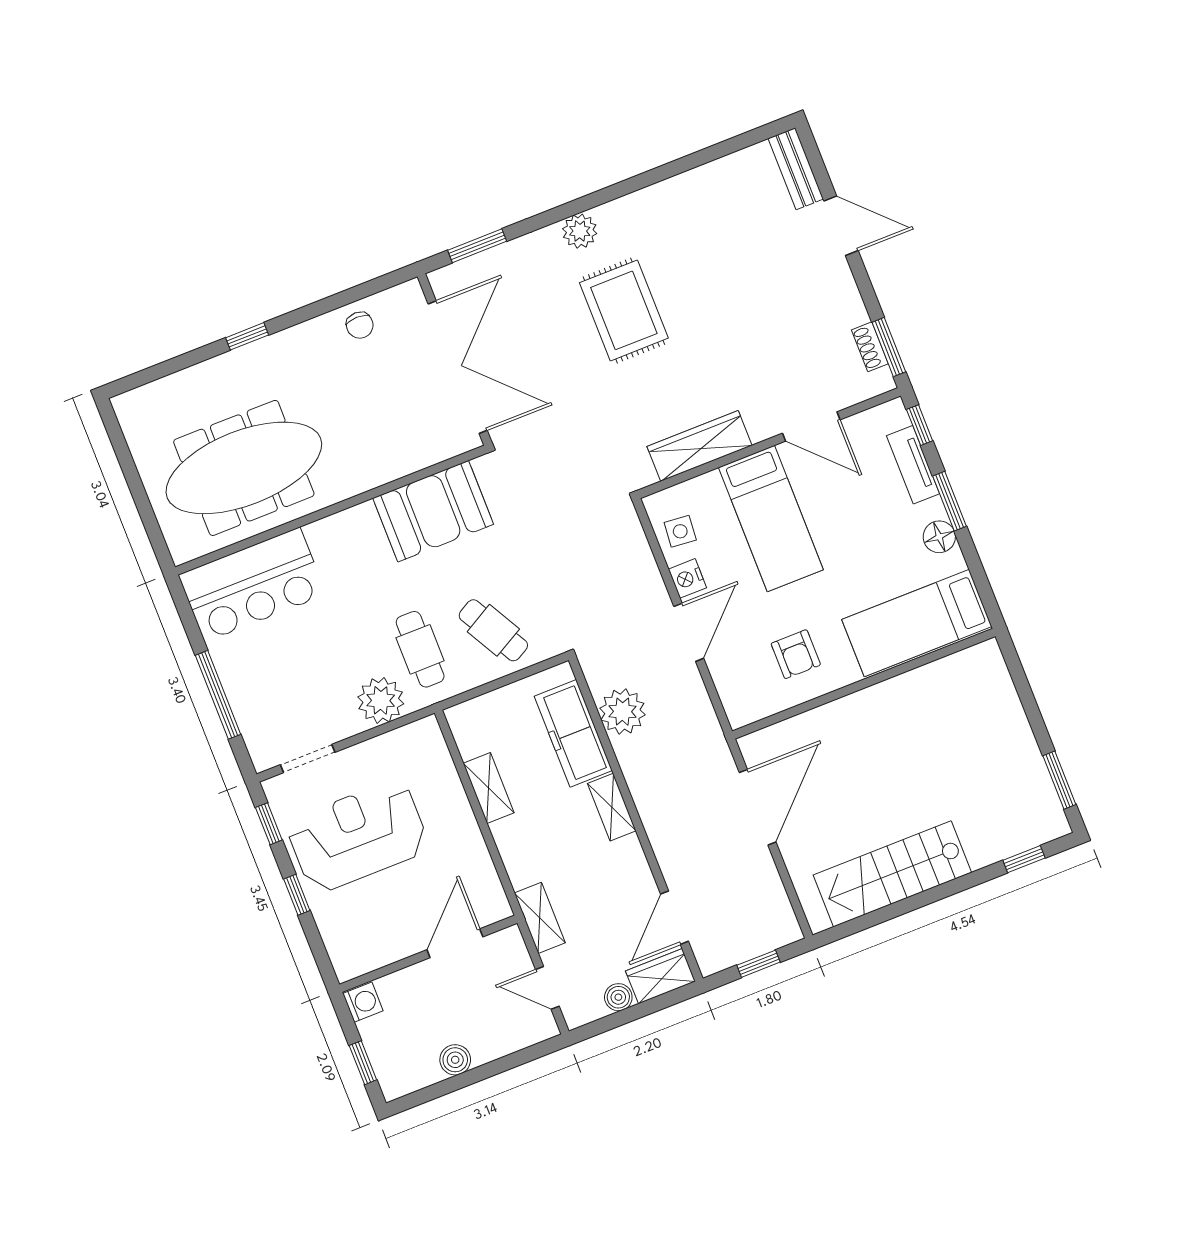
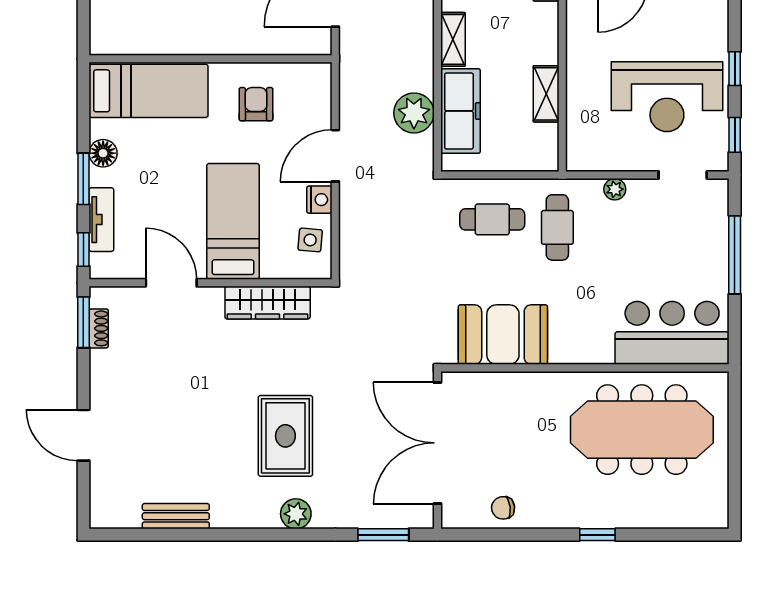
bench: (796, 169) -> (176, 516), moved, turned 90
chair: (360, 325) -> (503, 508), turned -97
cafe table: (493, 630) -> (492, 219), turned -61
plant: (381, 700) -> (615, 189), width x0.53, depth x0.53

